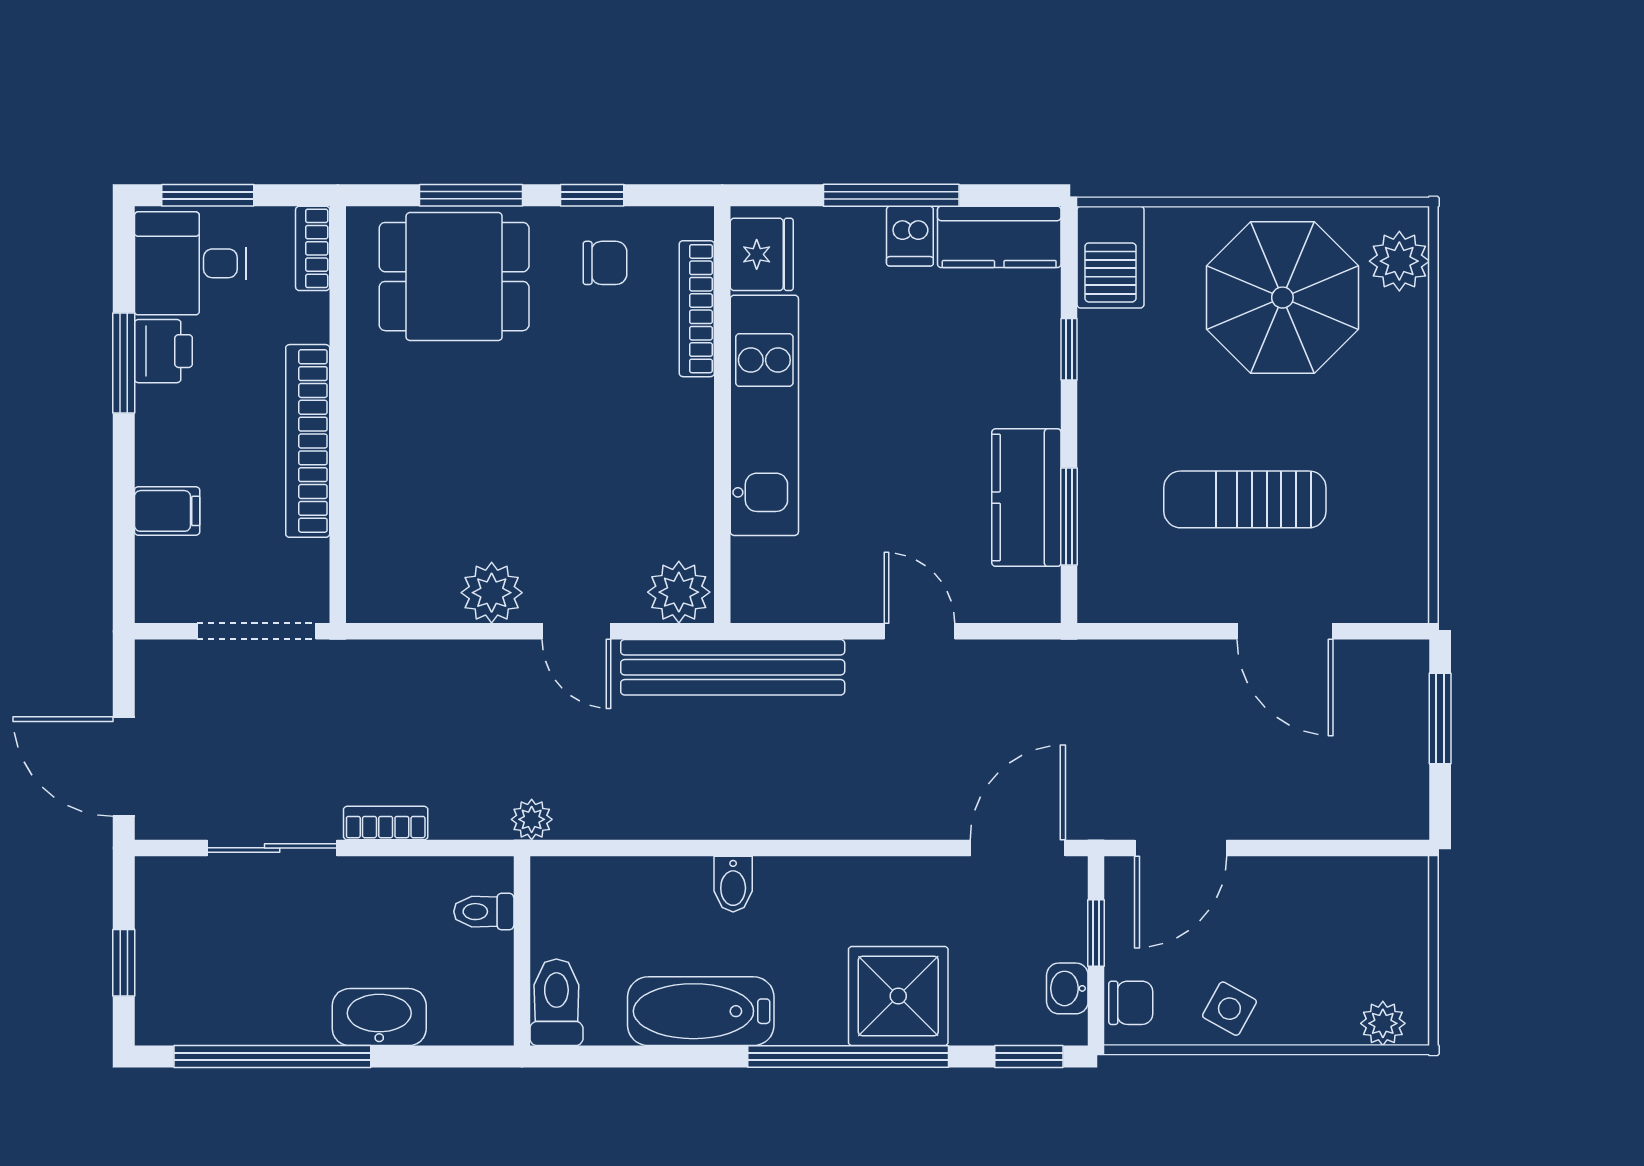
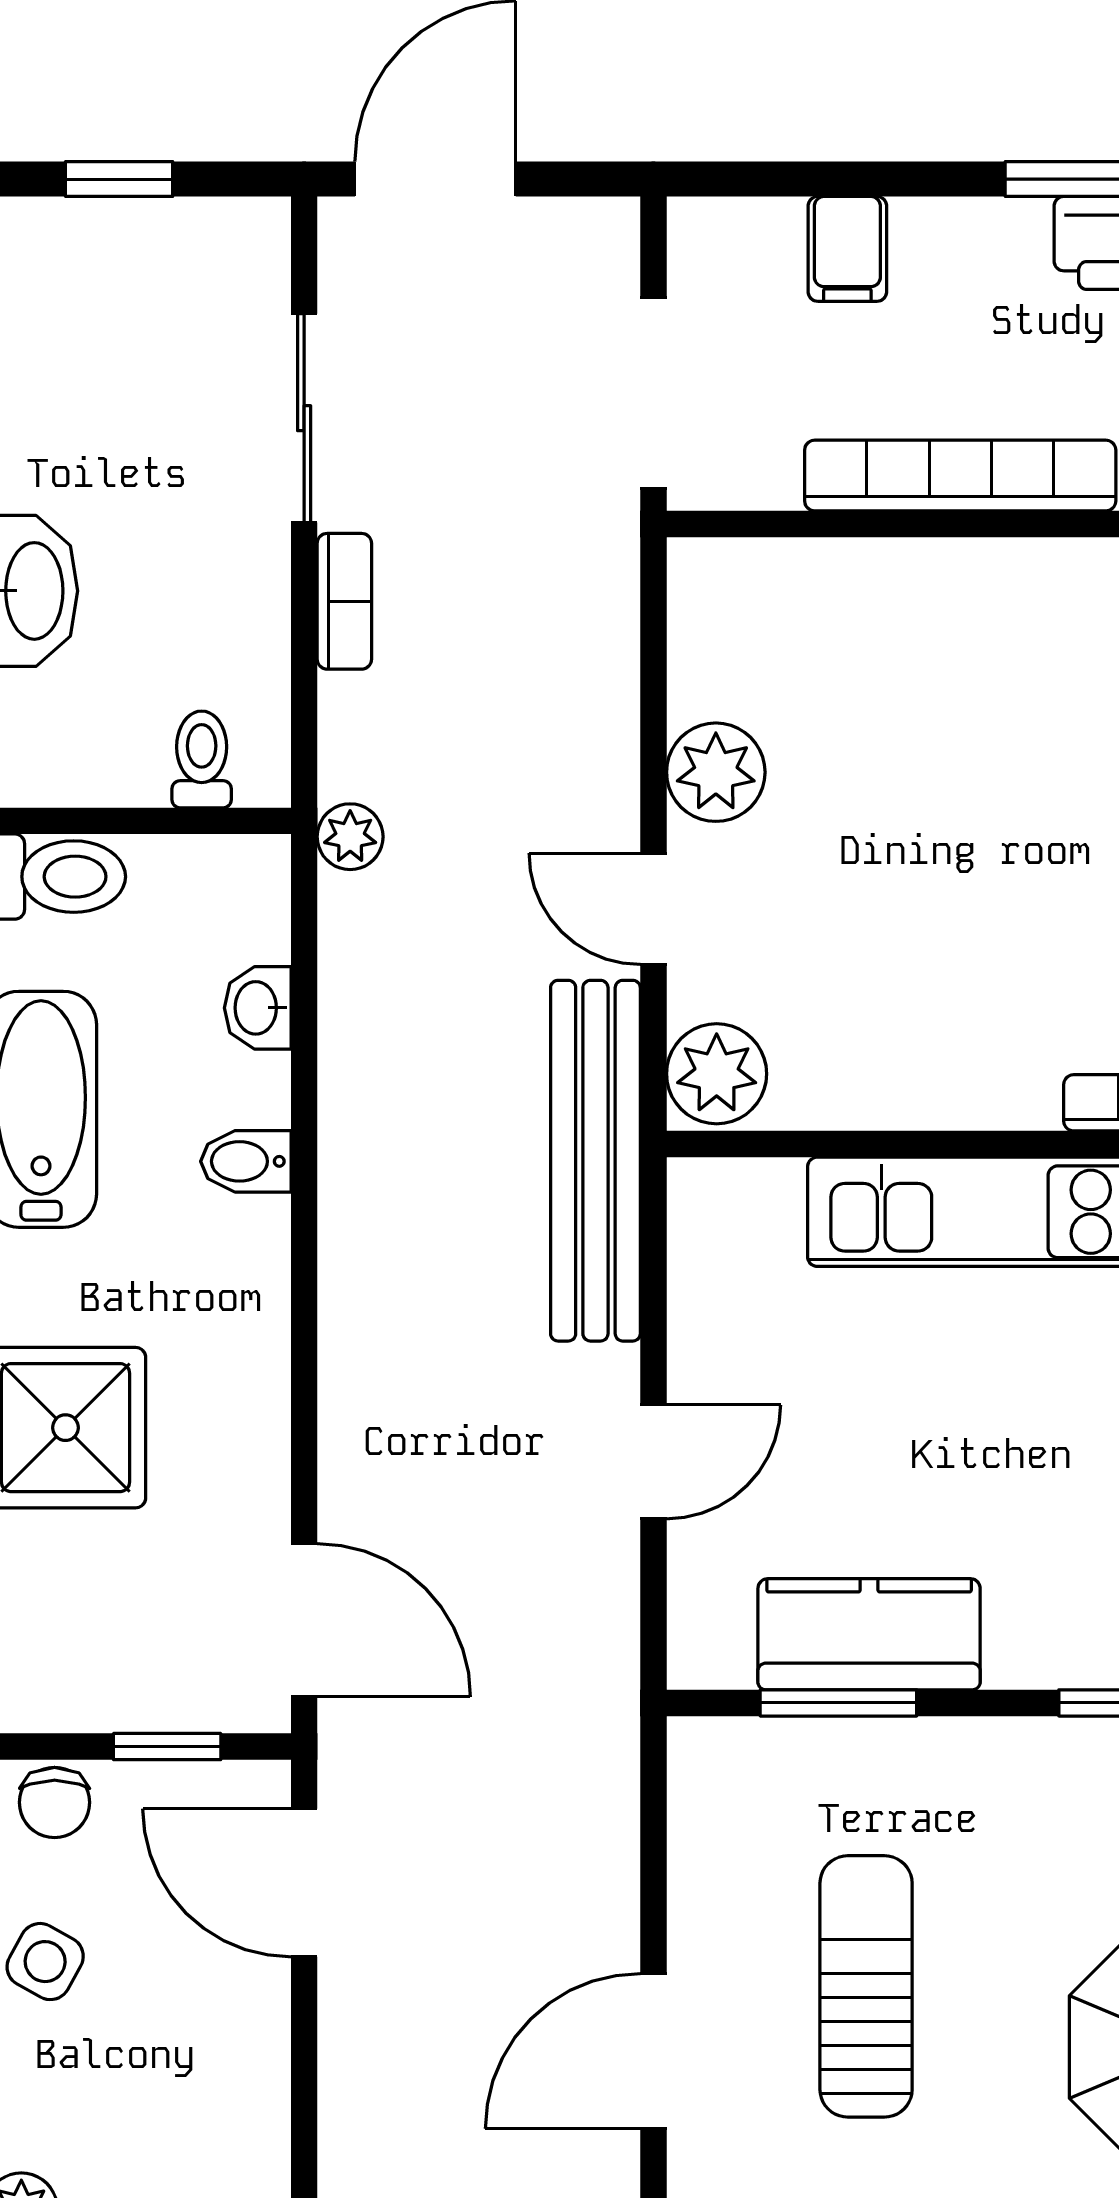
door: (576, 631) -> (653, 909), hinge flipped
washbasin: (1067, 988) -> (258, 1008), moved, turned -90

